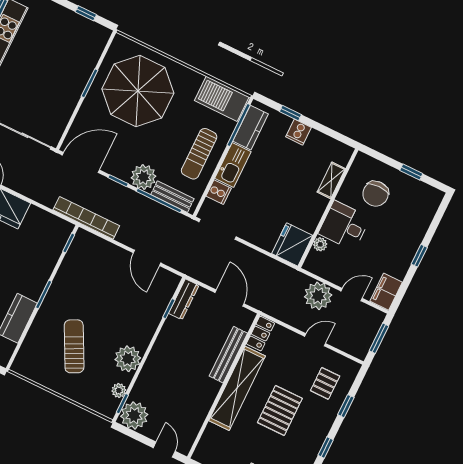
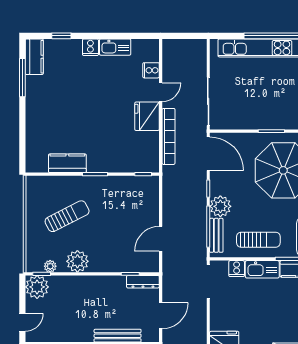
sun lounger: (199, 154) -> (258, 240), turned 180
bookcase: (86, 218) -> (169, 136), moved

